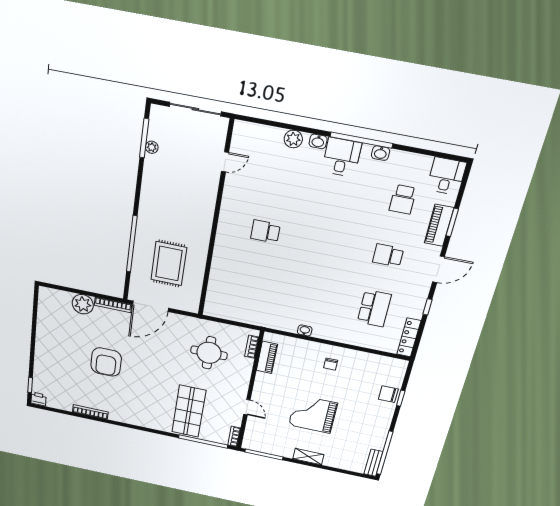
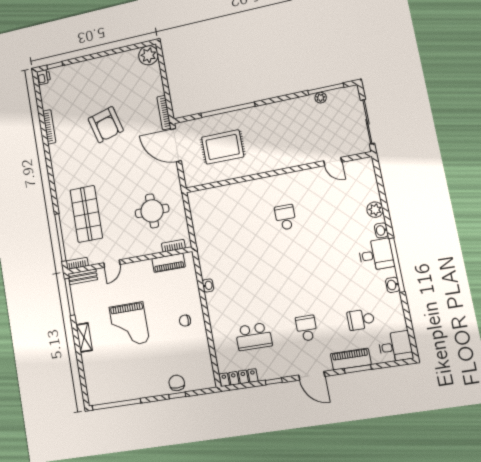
plant: (83, 304) -> (148, 55), moved
armchair: (106, 362) -> (106, 125), turned -105
shop shelf: (189, 411) -> (86, 214), turned 90
grand piano: (313, 414) -> (129, 325), turned 180
bench: (373, 463) -> (83, 277), moved

